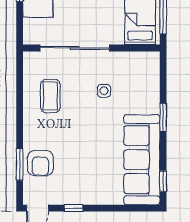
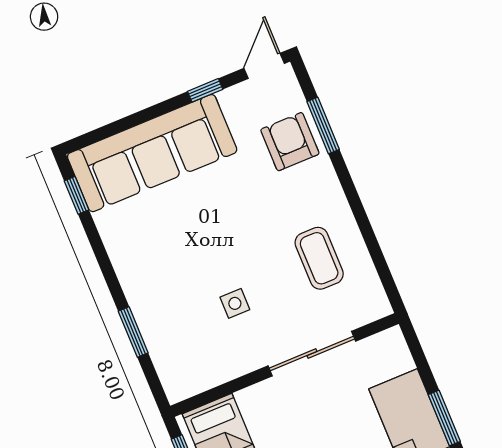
sliding door: (75, 48) -> (312, 354), width x0.73
window: (163, 117) -> (133, 332), moved
sofa: (142, 160) -> (152, 153), moved, turned 90

